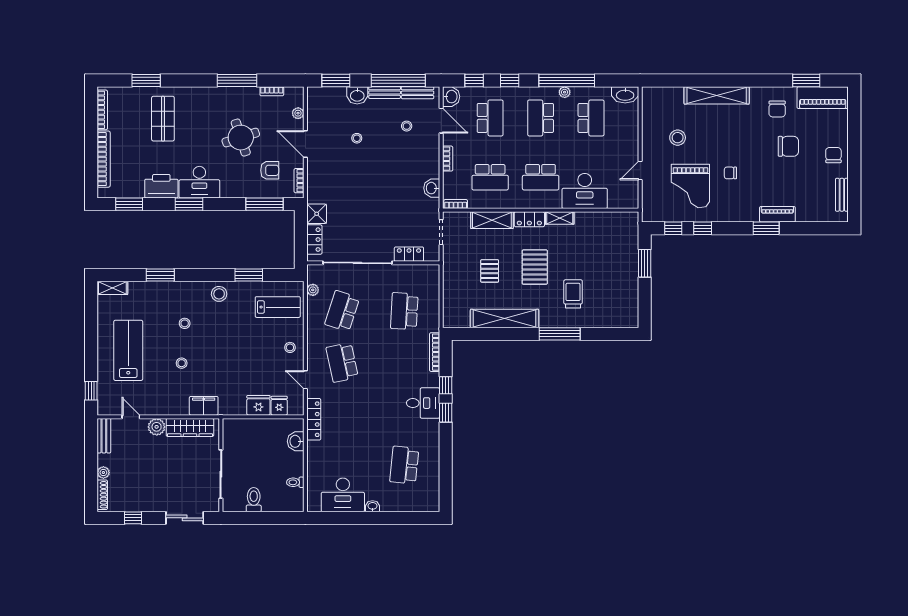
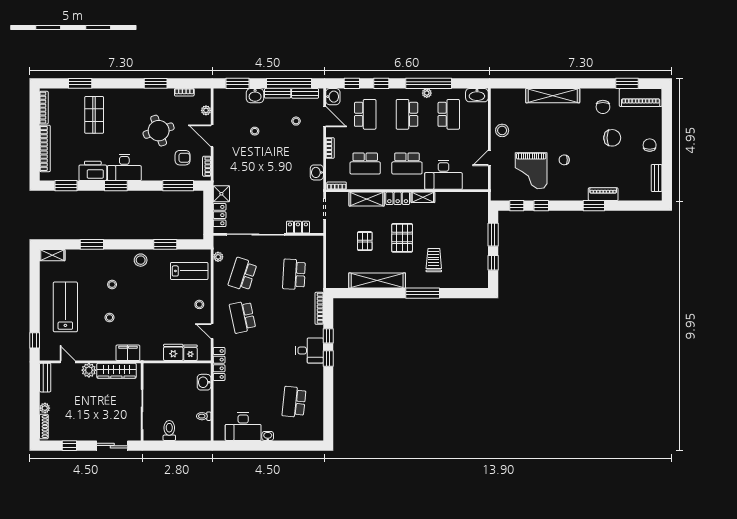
window: (237, 80) -> (156, 83), width x0.69
stool: (678, 138) -> (502, 130), moved
window: (645, 297) -> (493, 263), added

